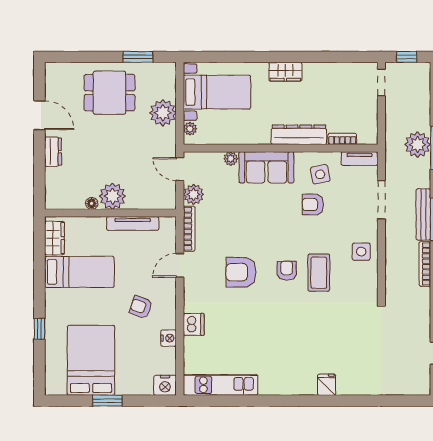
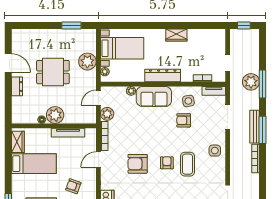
wardrobe: (285, 72) -> (176, 35), moved
doorway: (381, 82) -> (228, 63), moved
dining table: (109, 93) -> (53, 72), moved
dresser: (299, 135) -> (163, 76), moved
door: (180, 169) -> (98, 98), hinge flipped

